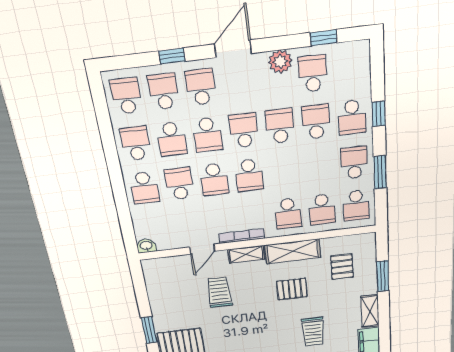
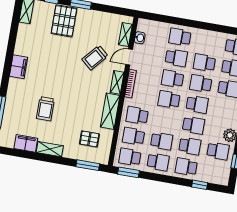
window: (379, 114) -> (200, 185), moved
school desk: (136, 143) -> (162, 141), moved
window: (380, 172) -> (129, 172), moved
washbasin: (146, 246) -> (140, 38), moved
door: (202, 249) -> (129, 57), hinge flipped
shelving: (170, 263) -> (125, 34), added
window: (383, 276) -> (88, 165), moved
pallet: (292, 289) -> (83, 104), removed
trolley: (219, 292) -> (95, 58), turned 131
trolley: (313, 332) -> (45, 109), turned -90

